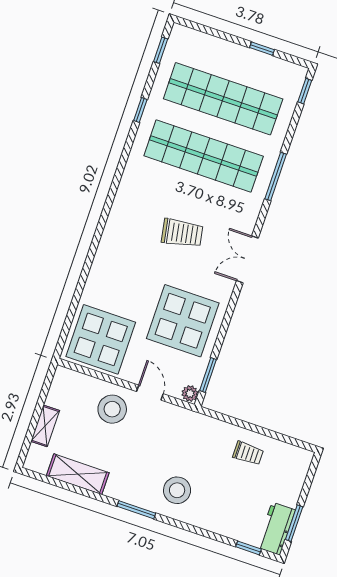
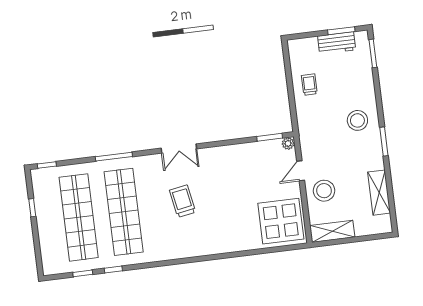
window: (161, 50) -> (83, 273), moved
display table: (183, 321) -> (241, 172), removed
shelving: (45, 426) -> (332, 231), moved, width x1.50, depth x1.33
workbench: (276, 529) -> (337, 43), moved
window: (248, 548) -> (373, 53), width x1.50

